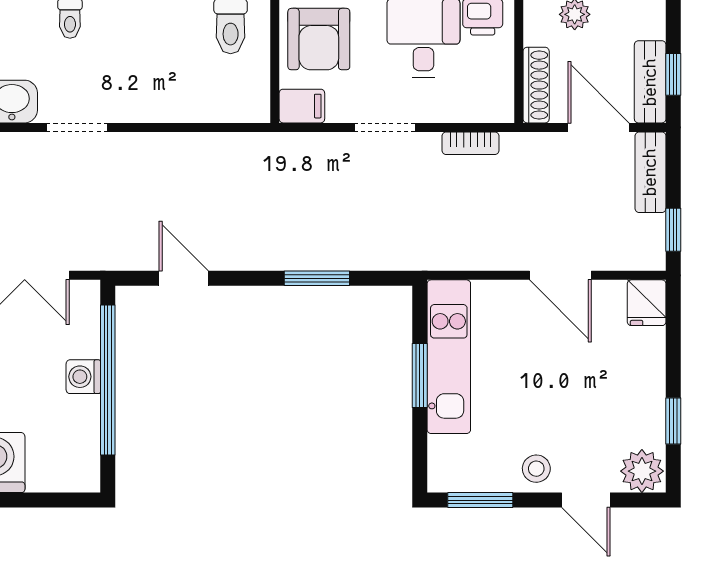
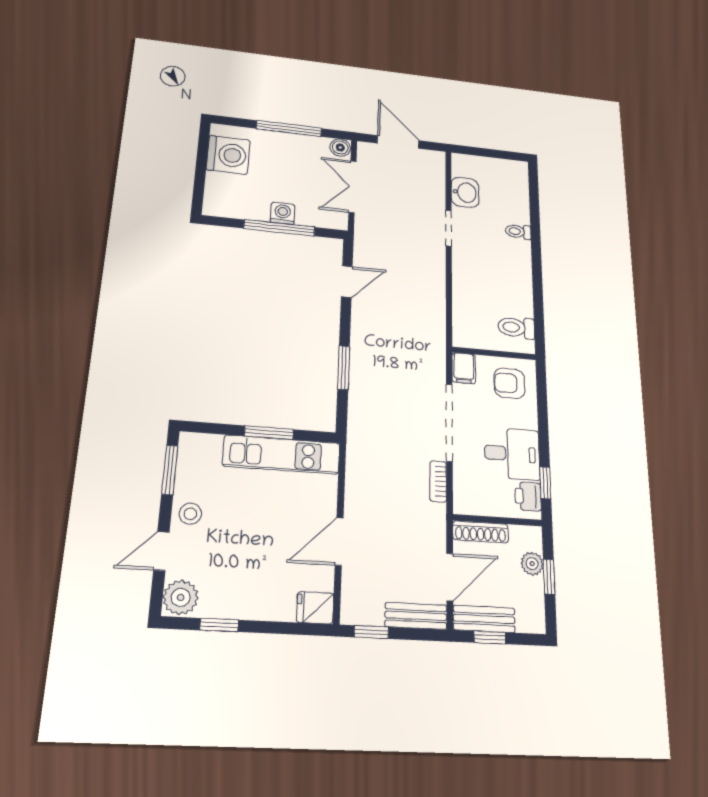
armchair: (319, 39) -> (509, 383), width x0.72, depth x0.72
doorway: (385, 127) -> (449, 422), width x1.88
window: (108, 380) -> (279, 228), width x0.68

